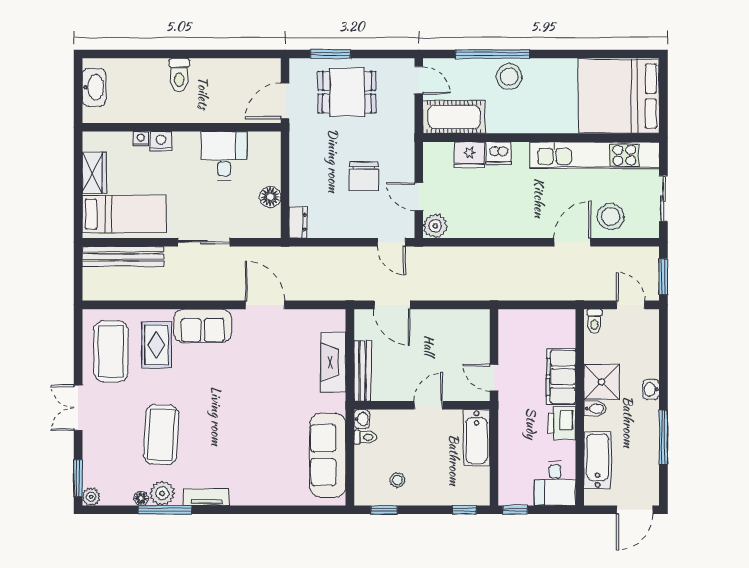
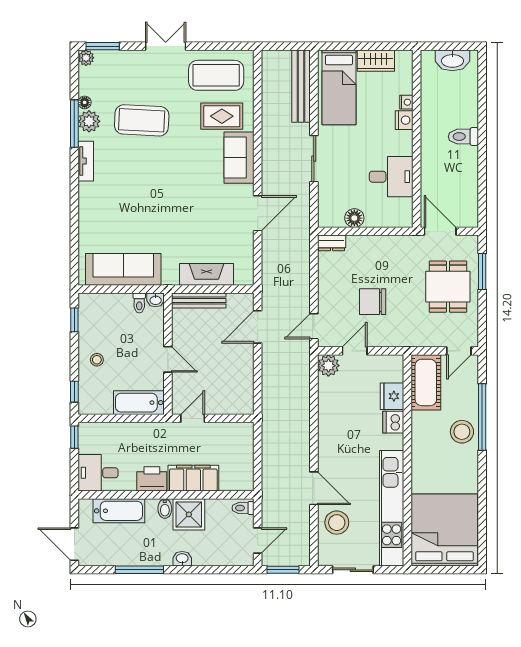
stool: (398, 480) -> (97, 360), moved

